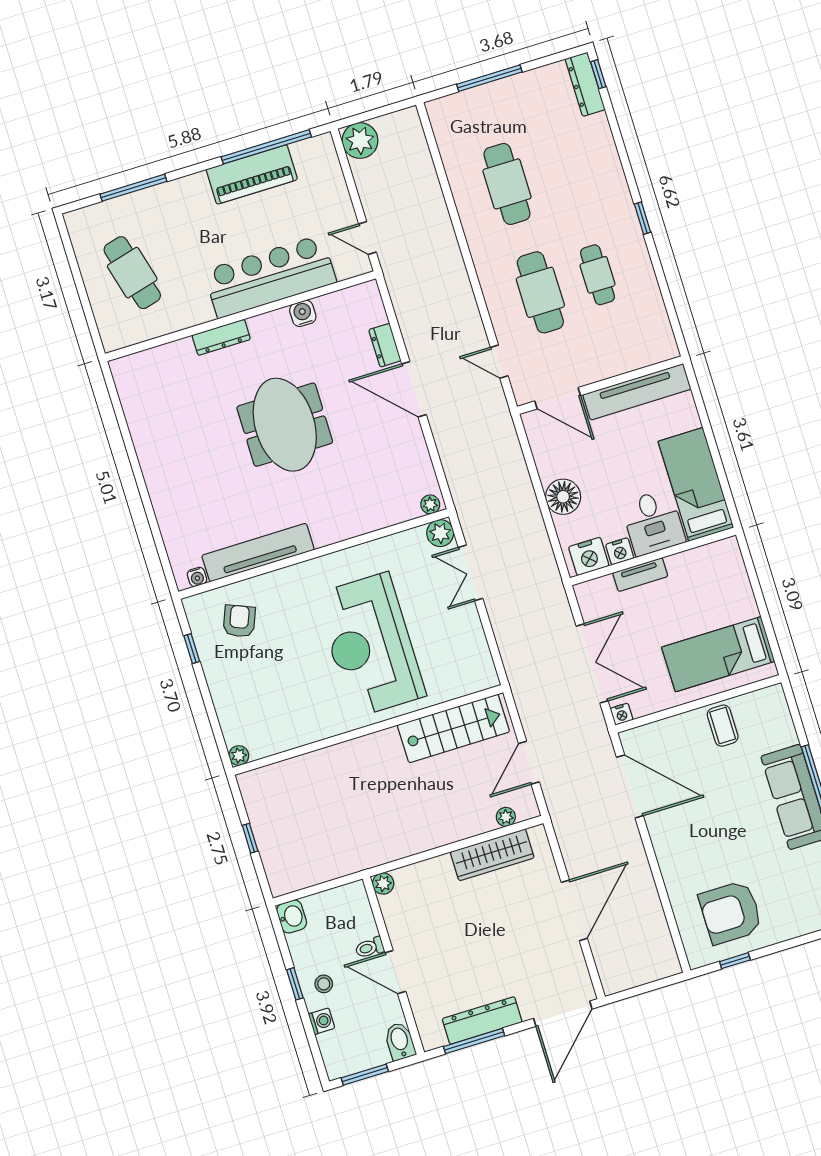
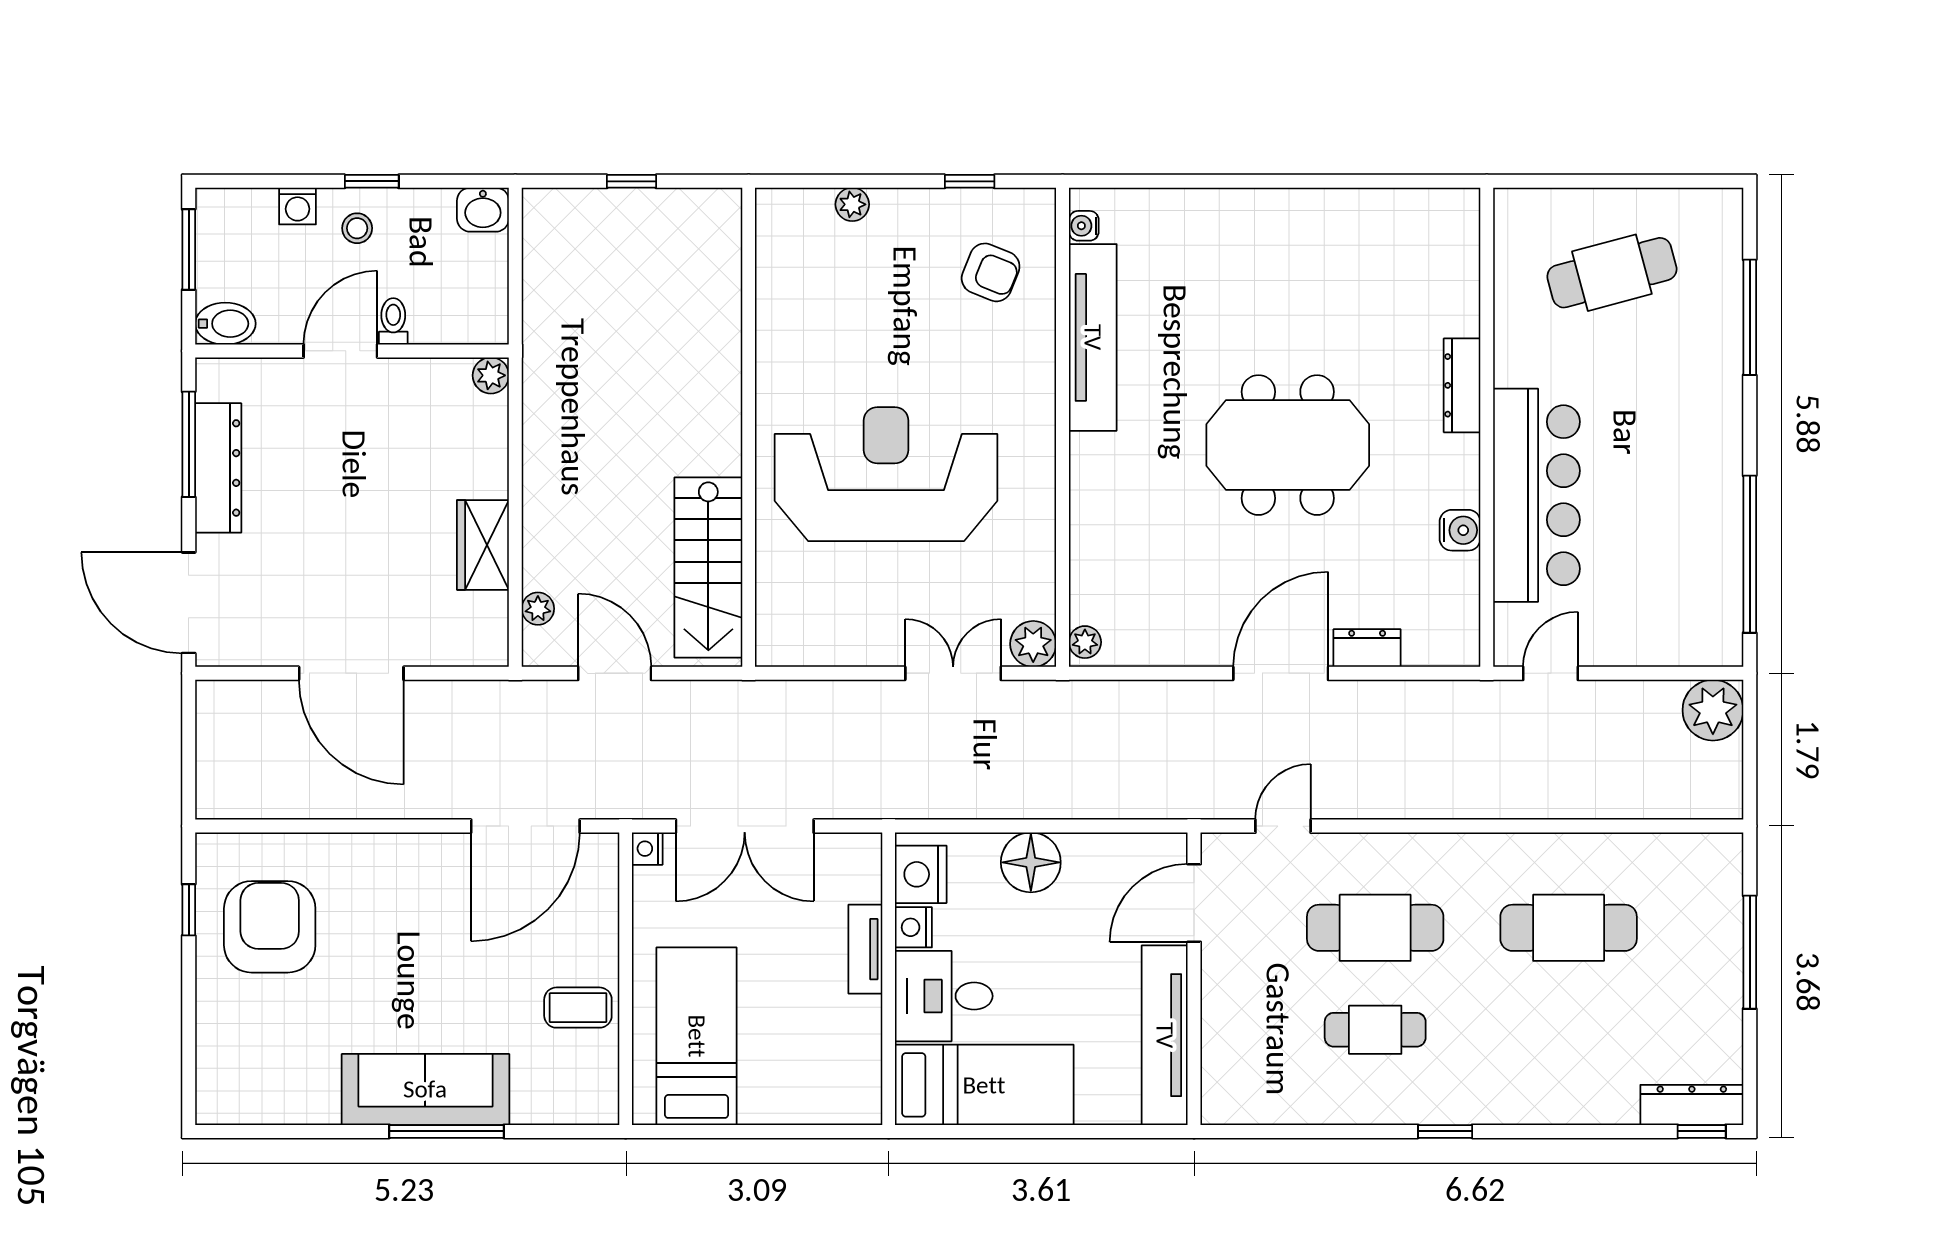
piano: (252, 174) -> (1712, 517), removed
plant: (239, 756) -> (852, 204), moved
wardrobe: (492, 855) -> (483, 545), width x0.67

